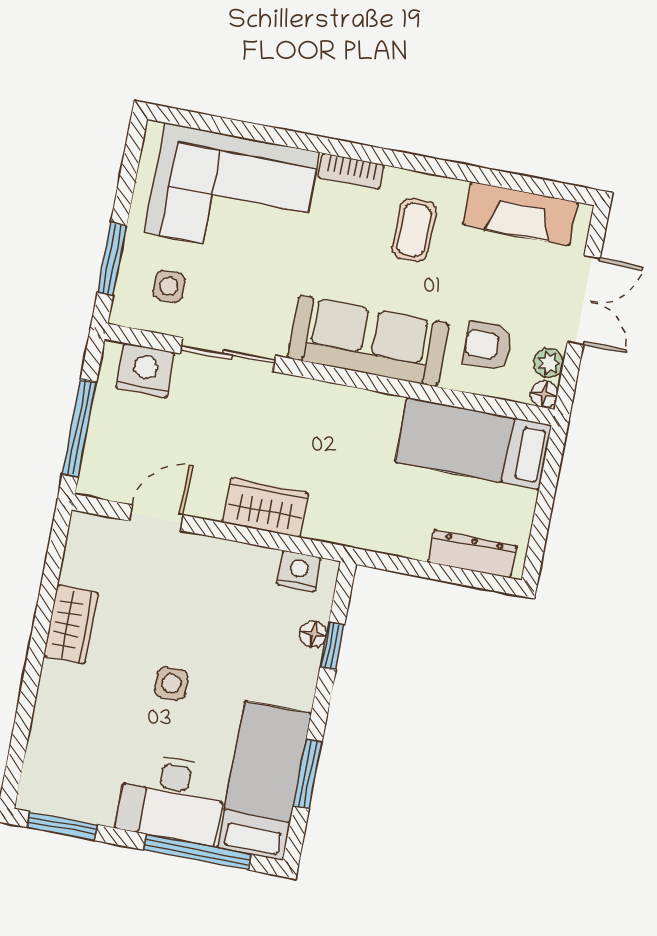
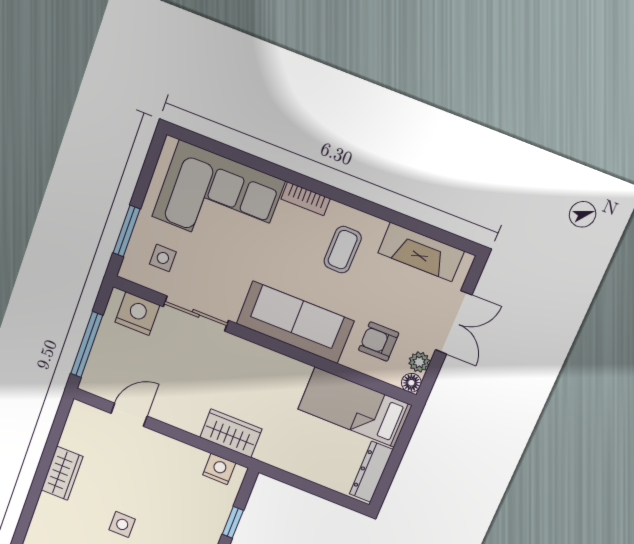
wardrobe: (265, 508) -> (231, 433), moved
dresser: (472, 554) -> (371, 472), moved, turned -90
floor lamp: (313, 634) -> (222, 512), removed

